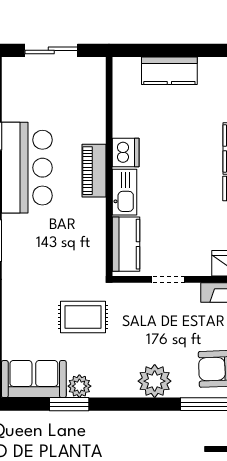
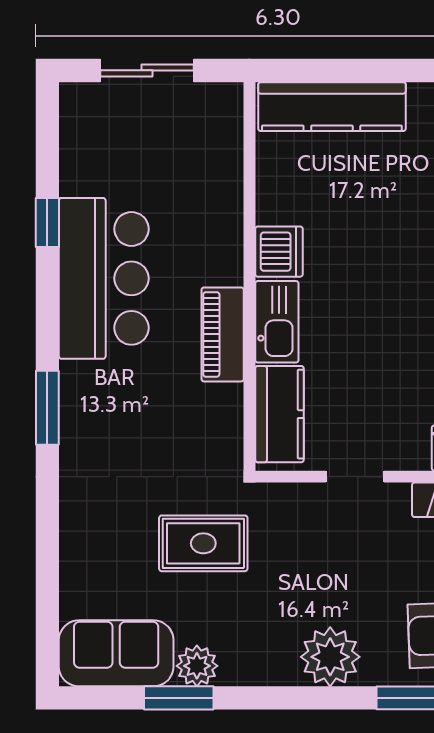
kitchen counter: (169, 71) -> (332, 107), width x1.50
piano: (94, 171) -> (223, 334), moved

